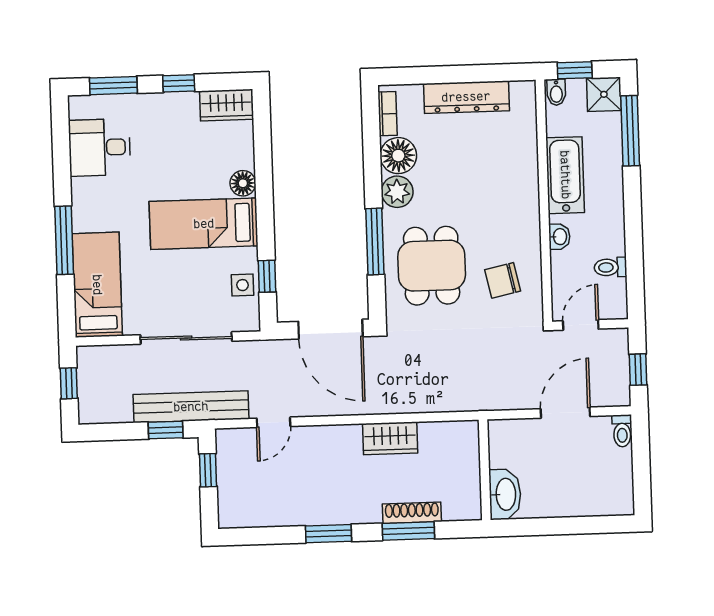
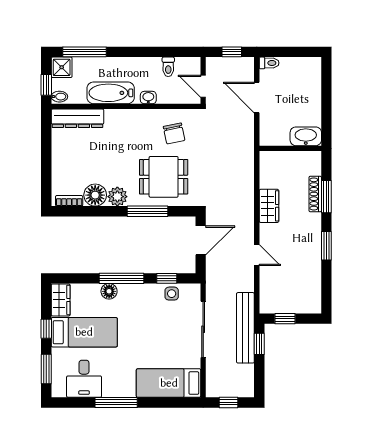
dresser: (466, 97) -> (77, 118), moved, turned 90
window: (265, 203) -> (122, 278), added
bed: (204, 224) -> (84, 332), moved, turned -90
window: (64, 240) -> (116, 402), moved
door: (330, 329) -> (201, 240), width x0.73
door: (274, 422) -> (257, 255), moved

